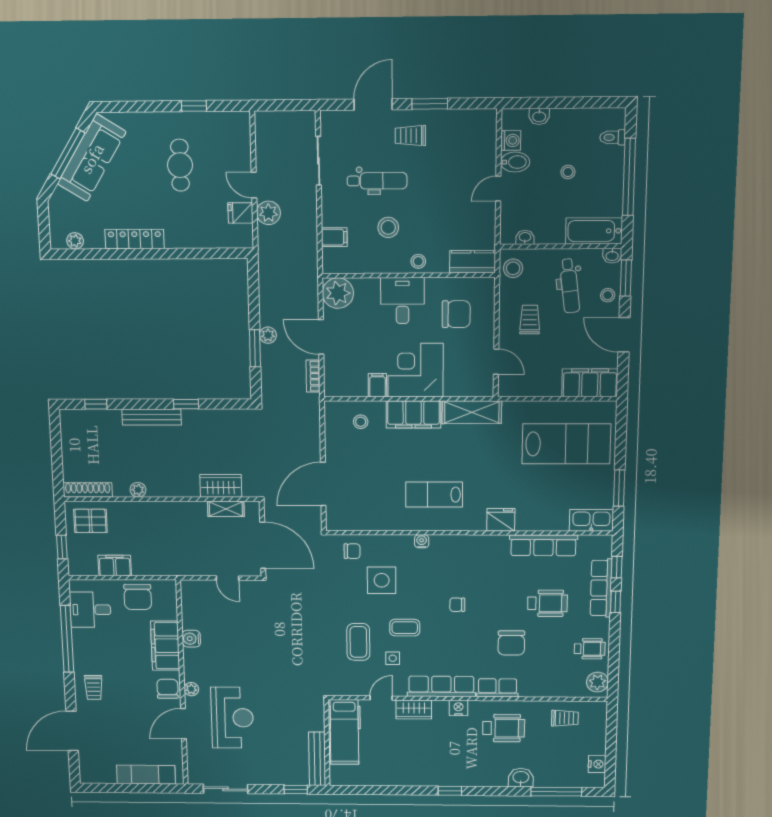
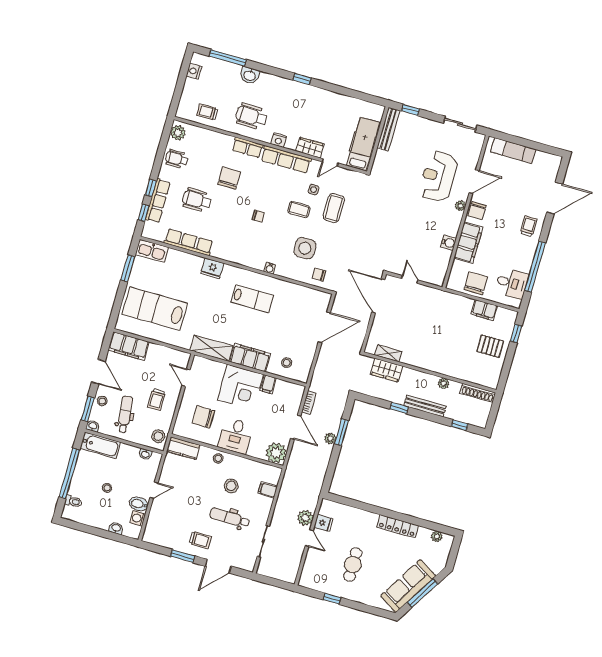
wardrobe: (221, 486) -> (387, 370), moved
shoe rack: (88, 490) -> (478, 393), moved
plant: (138, 490) -> (444, 383), moved
wall: (162, 499) -> (430, 372), moved
shelving: (226, 509) -> (388, 353), moved

